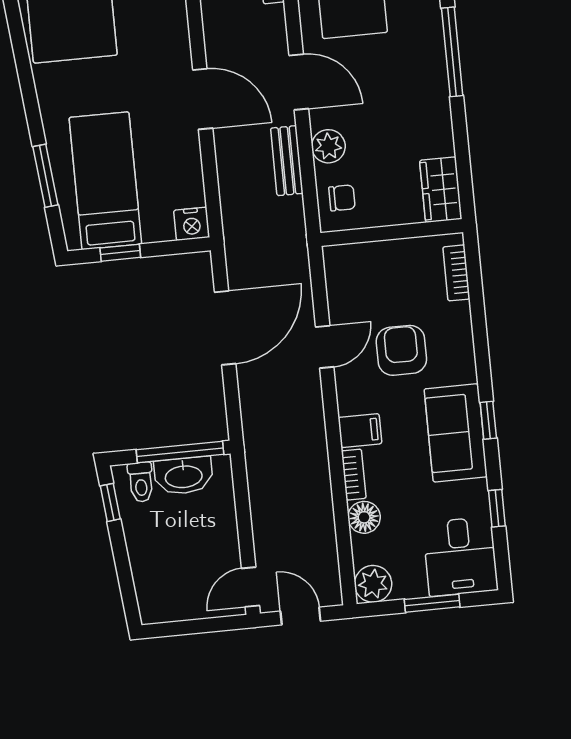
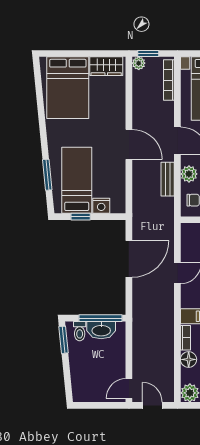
nightstand: (192, 224) -> (101, 206), moved
window: (110, 502) -> (64, 340), width x1.50

